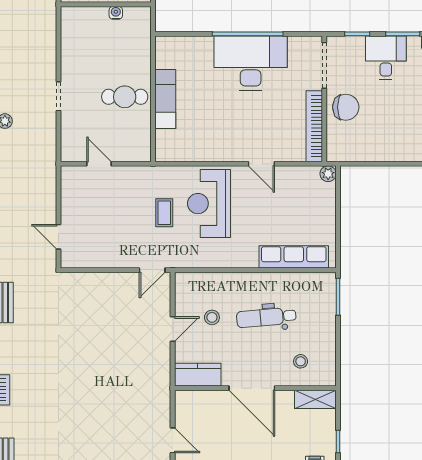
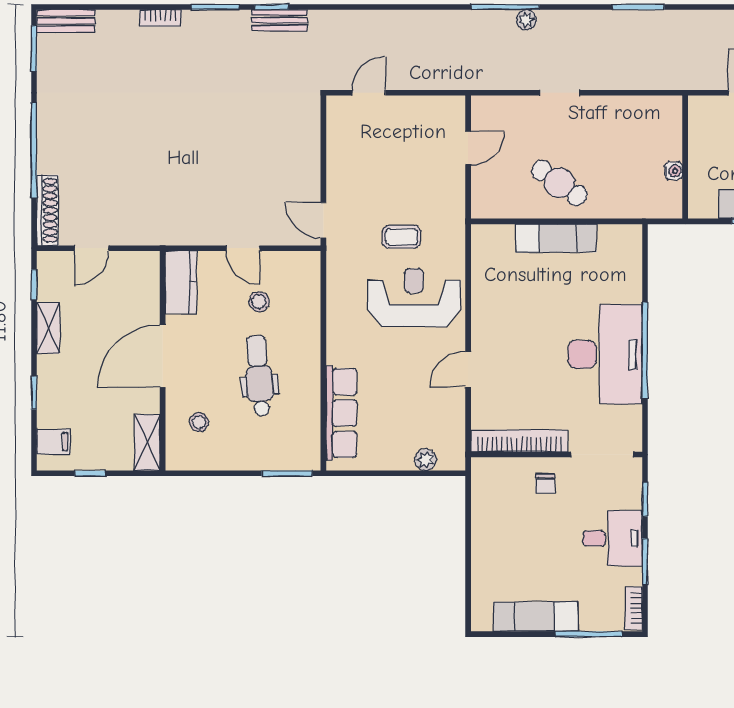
cafe table: (125, 97) -> (559, 183), turned -55
chair: (346, 107) -> (545, 484), width x0.54, depth x0.54
plant: (328, 174) -> (425, 460), moved

